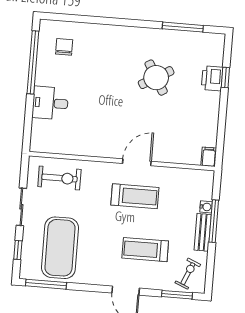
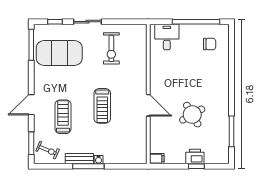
filing cabinet: (209, 157) -> (157, 159), moved
wall: (122, 161) -> (148, 94), moved
door: (137, 162) -> (148, 105), moved

